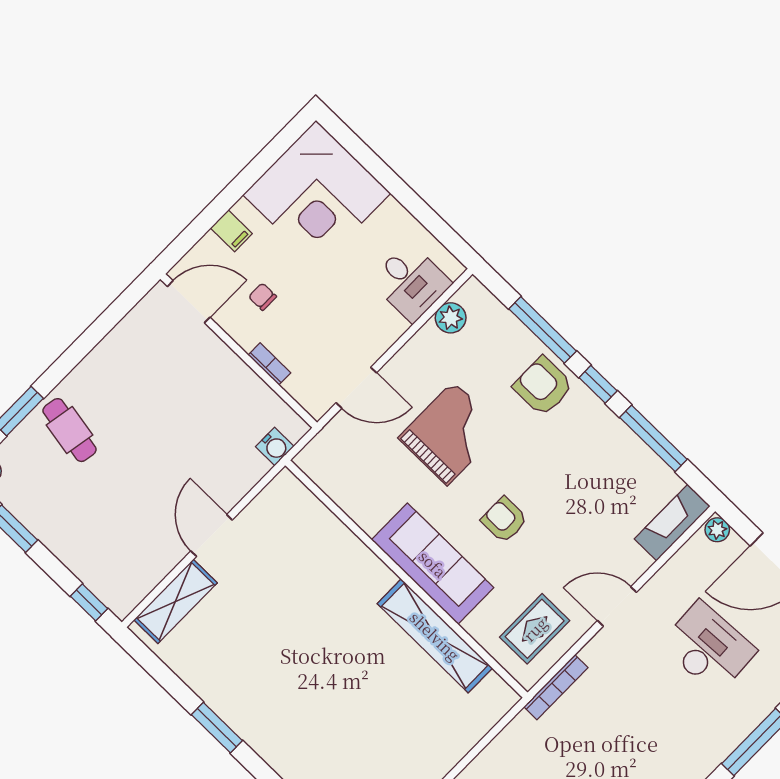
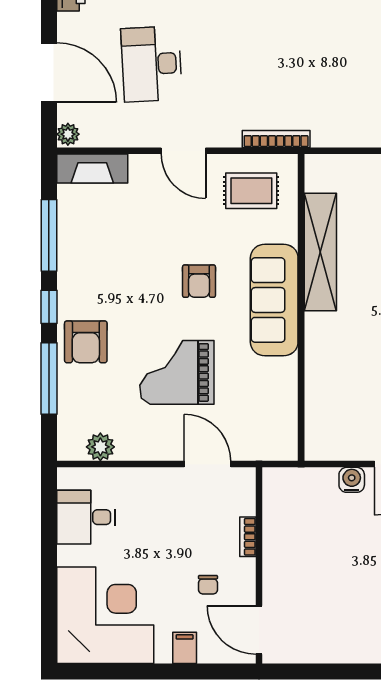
desk: (411, 282) -> (86, 517), moved, turned -90
water cooler: (275, 447) -> (352, 480), moved

